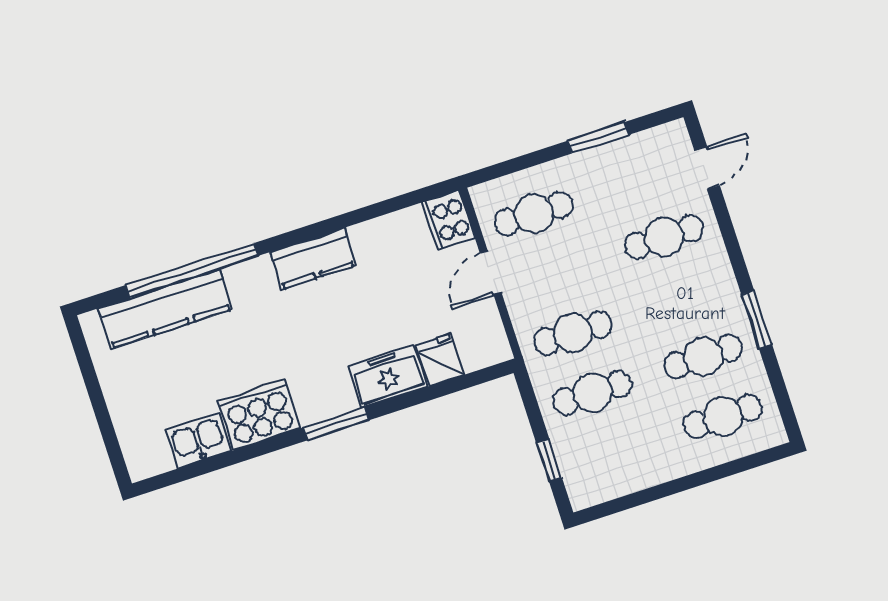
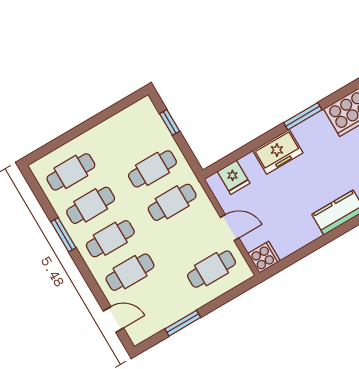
door: (707, 168) -> (113, 319), swing flipped
cooker: (449, 220) -> (264, 257), width x0.73
door: (491, 273) -> (230, 228), hinge flipped
cafe table: (684, 297) -> (110, 239), added
fridge: (440, 360) -> (234, 177), moved

